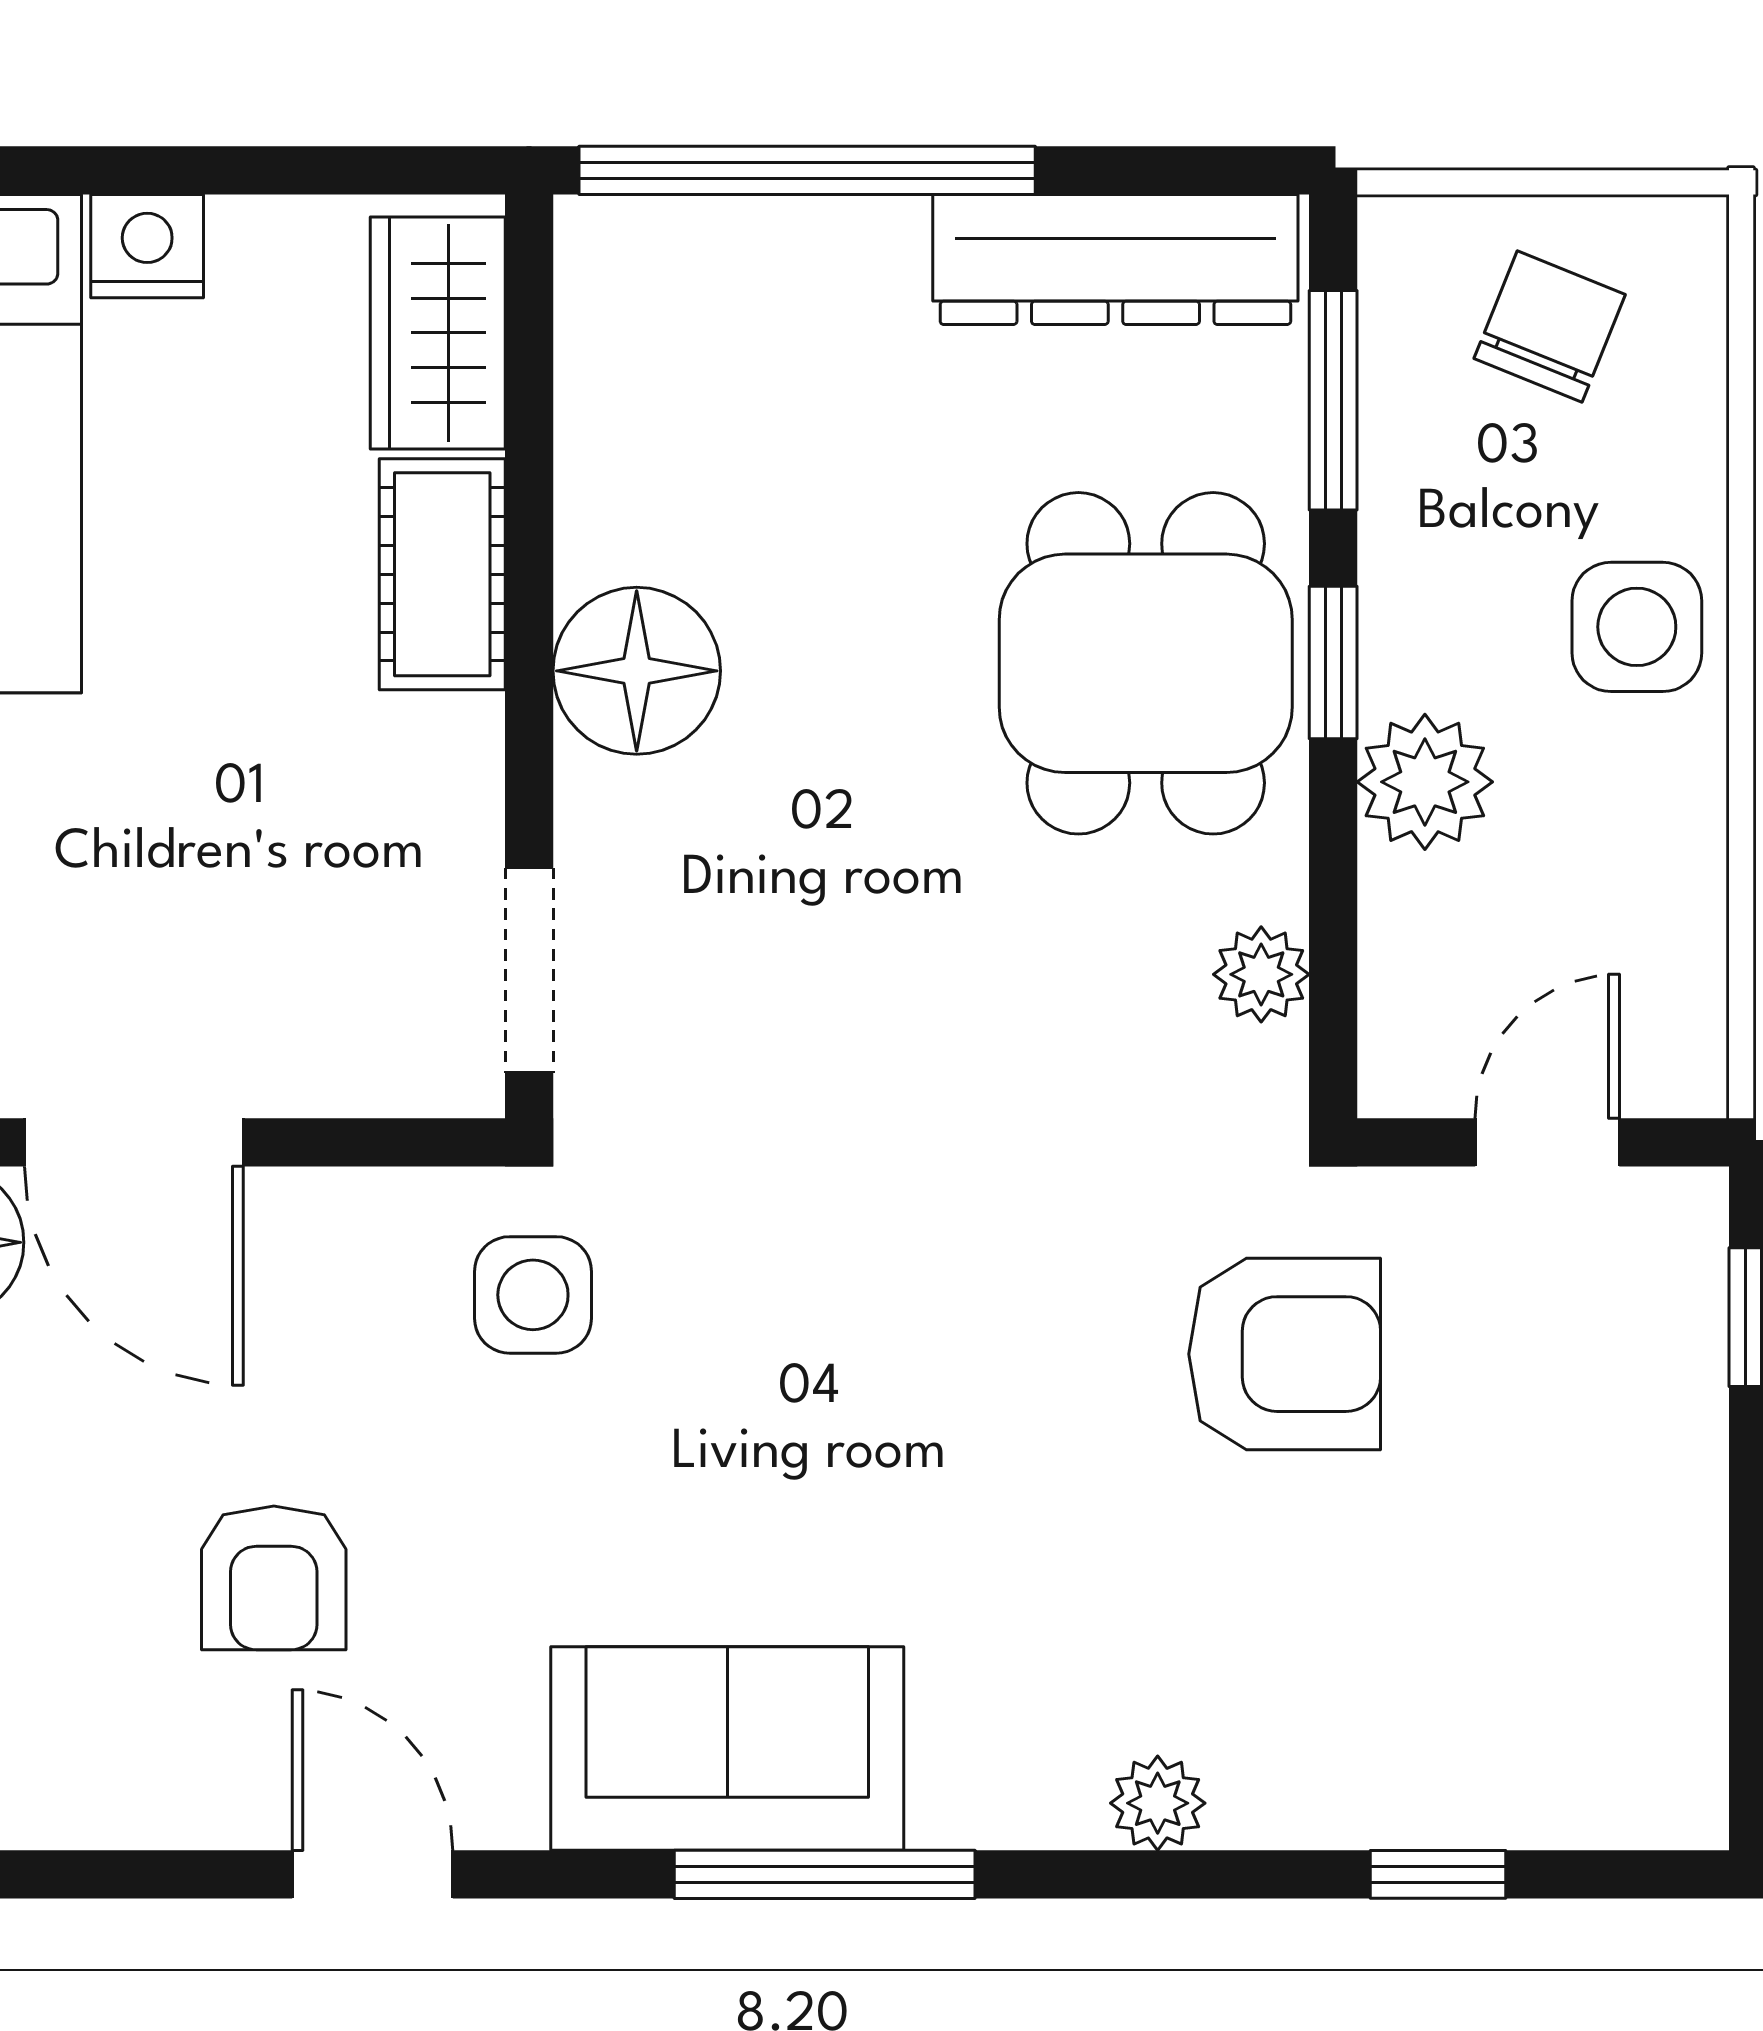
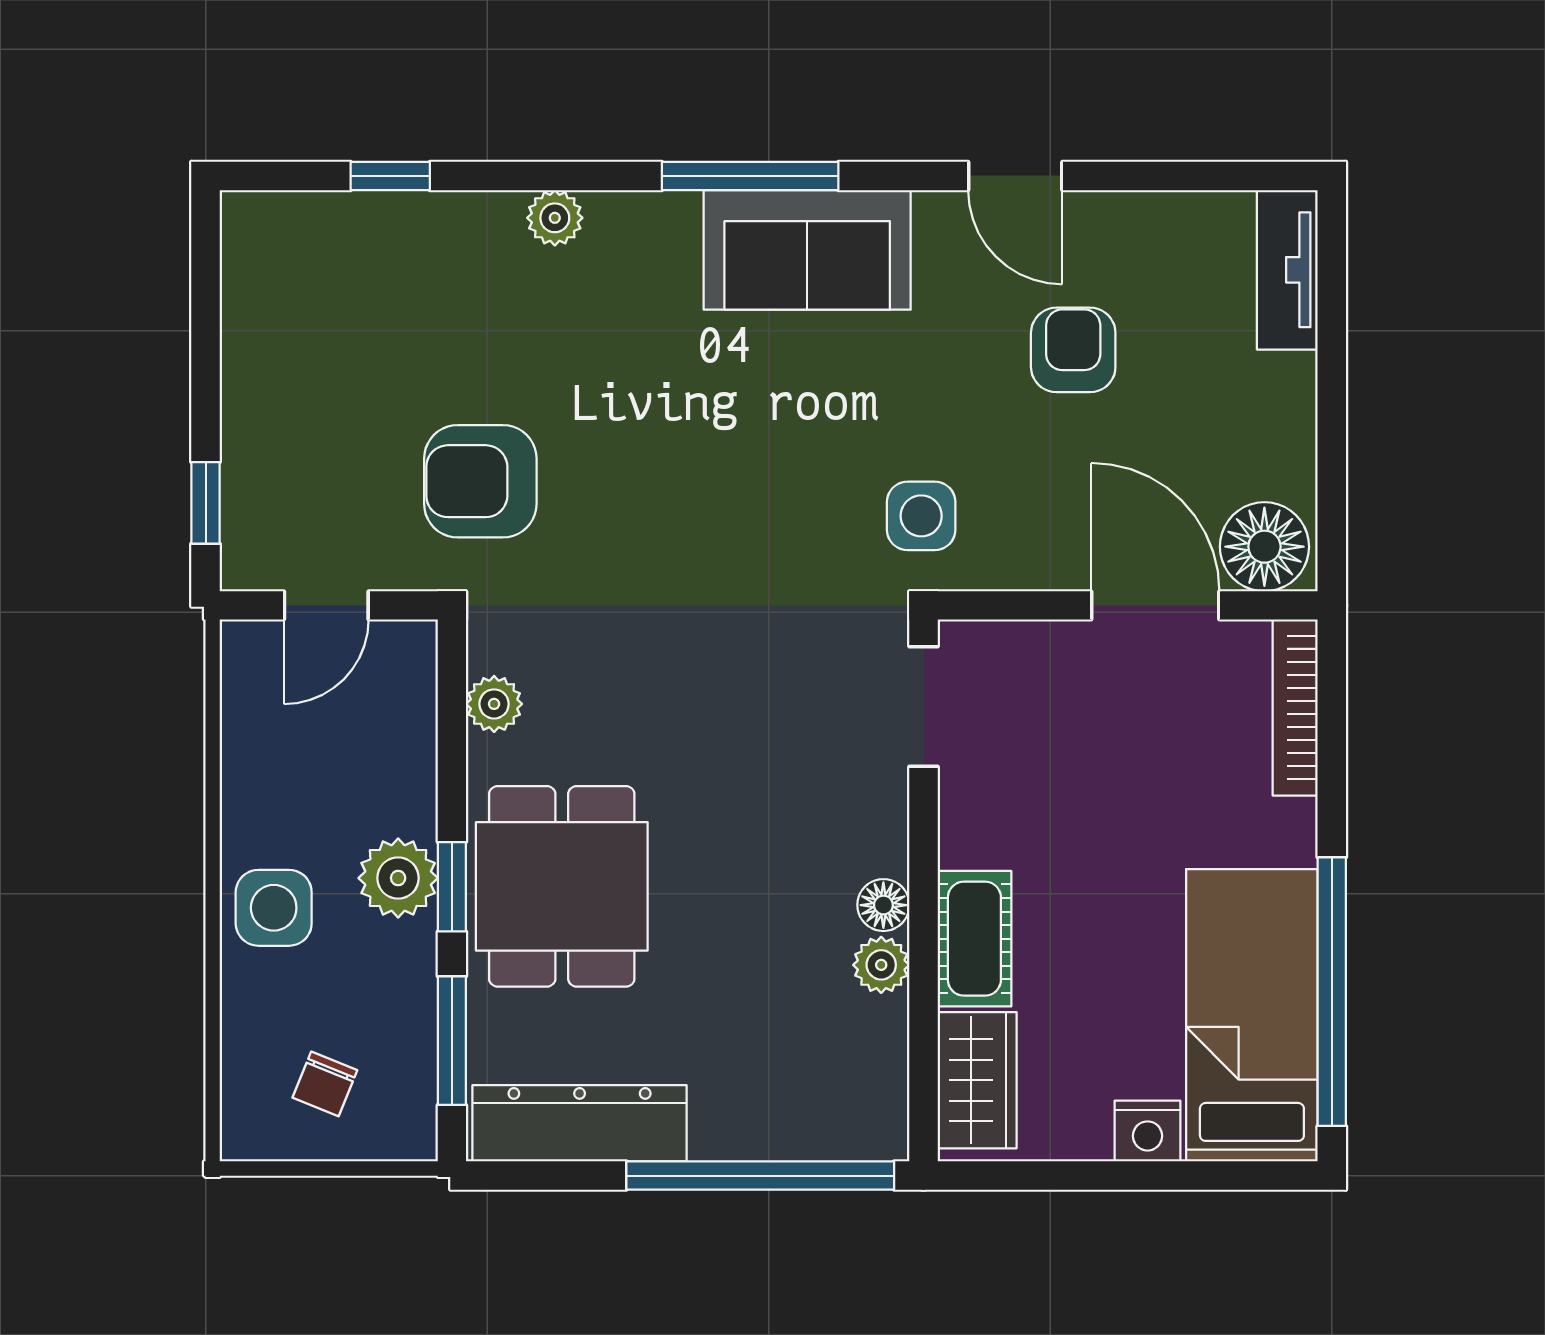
chair: (1550, 327) -> (325, 1084), width x0.73, depth x0.73
plant: (601, 530) -> (881, 965), added
floor lamp: (637, 671) -> (883, 905), width x0.53, depth x0.53
plant: (1425, 782) -> (398, 878), moved

